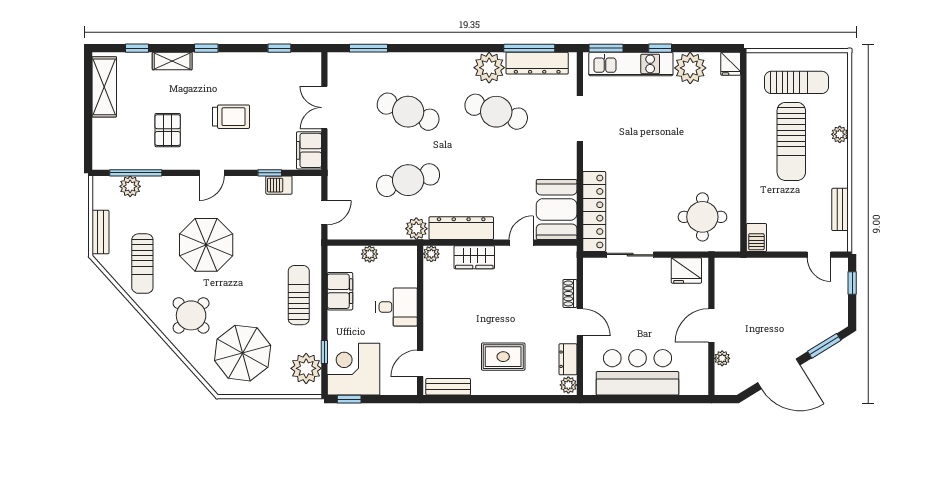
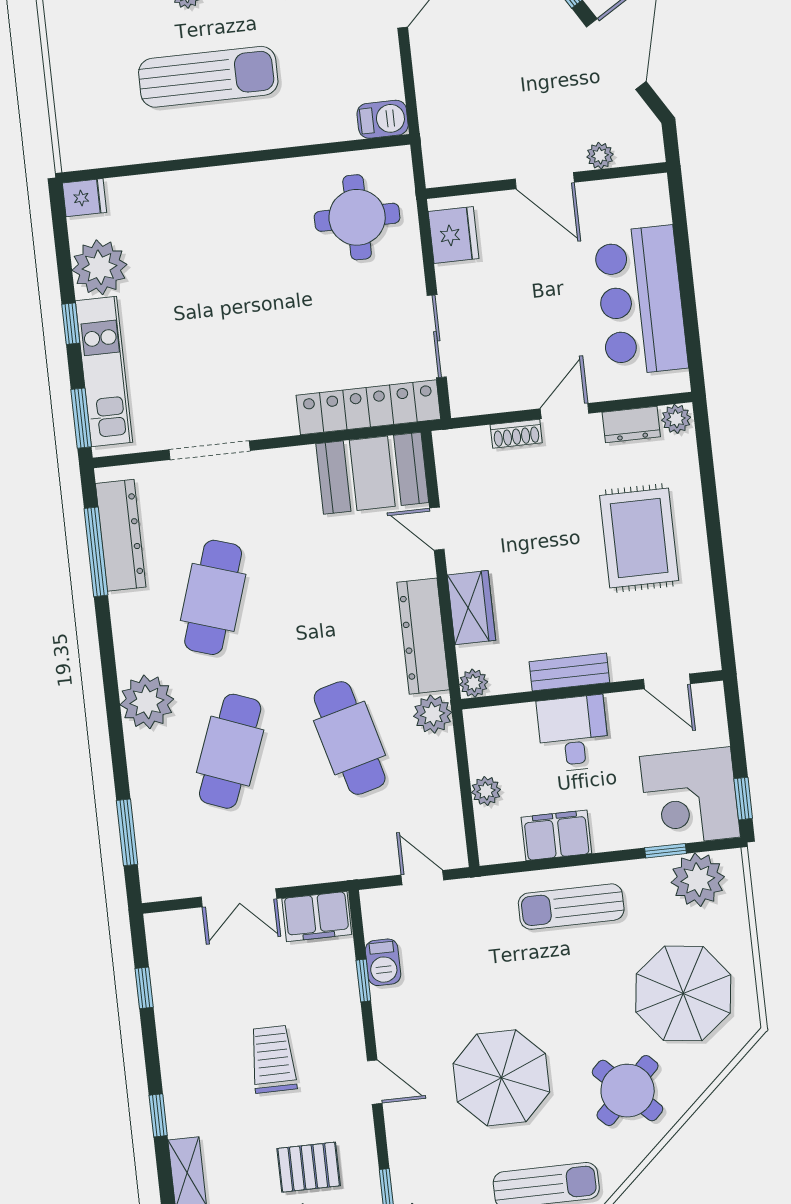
plant: (489, 68) -> (147, 702), moved
sun lounger: (797, 82) -> (104, 79), removed
rug: (503, 357) -> (639, 538), width x1.36, depth x1.43
bench: (448, 387) -> (569, 672), moved, turned 90

